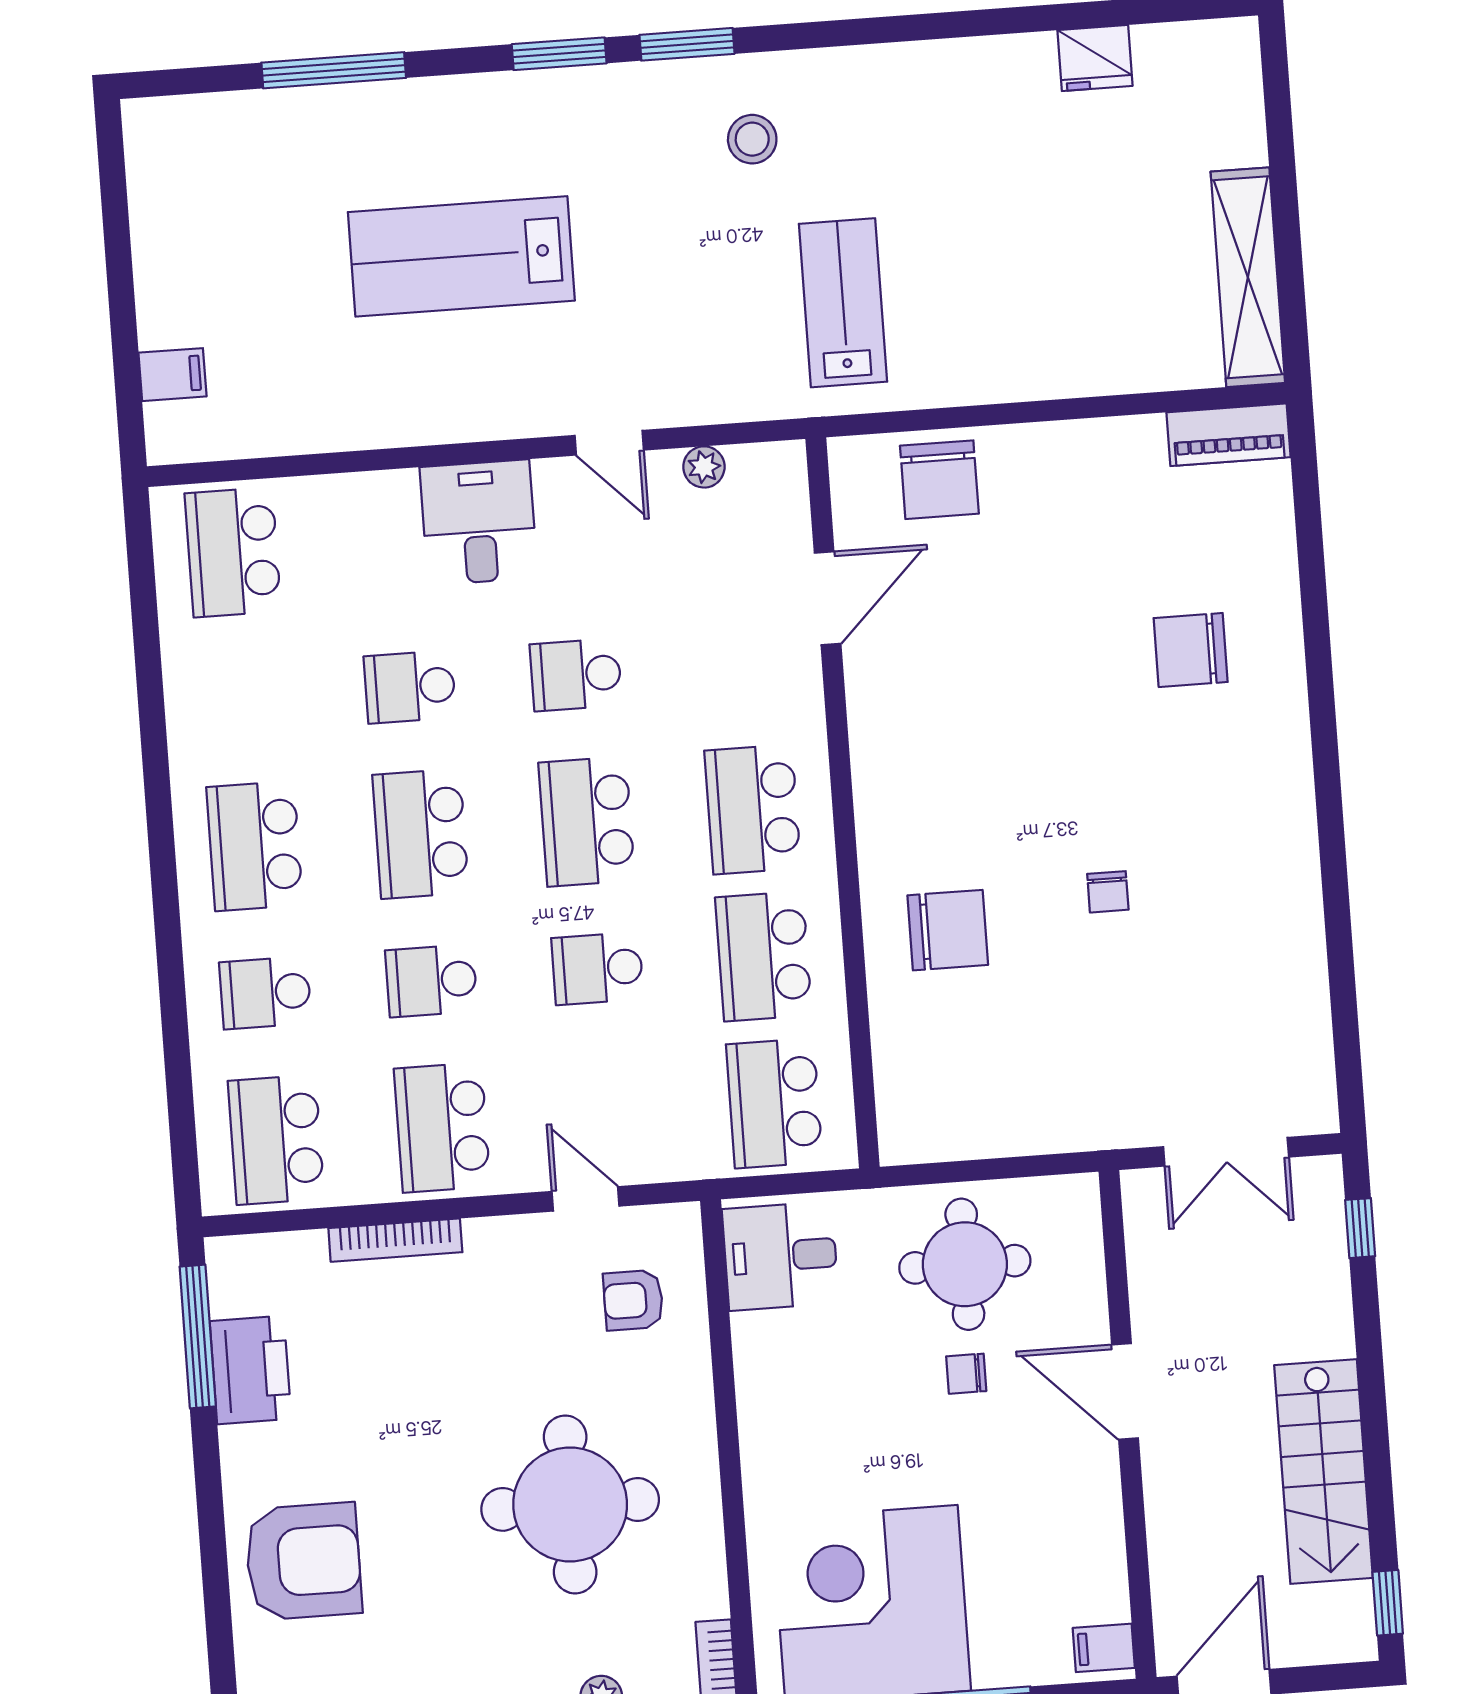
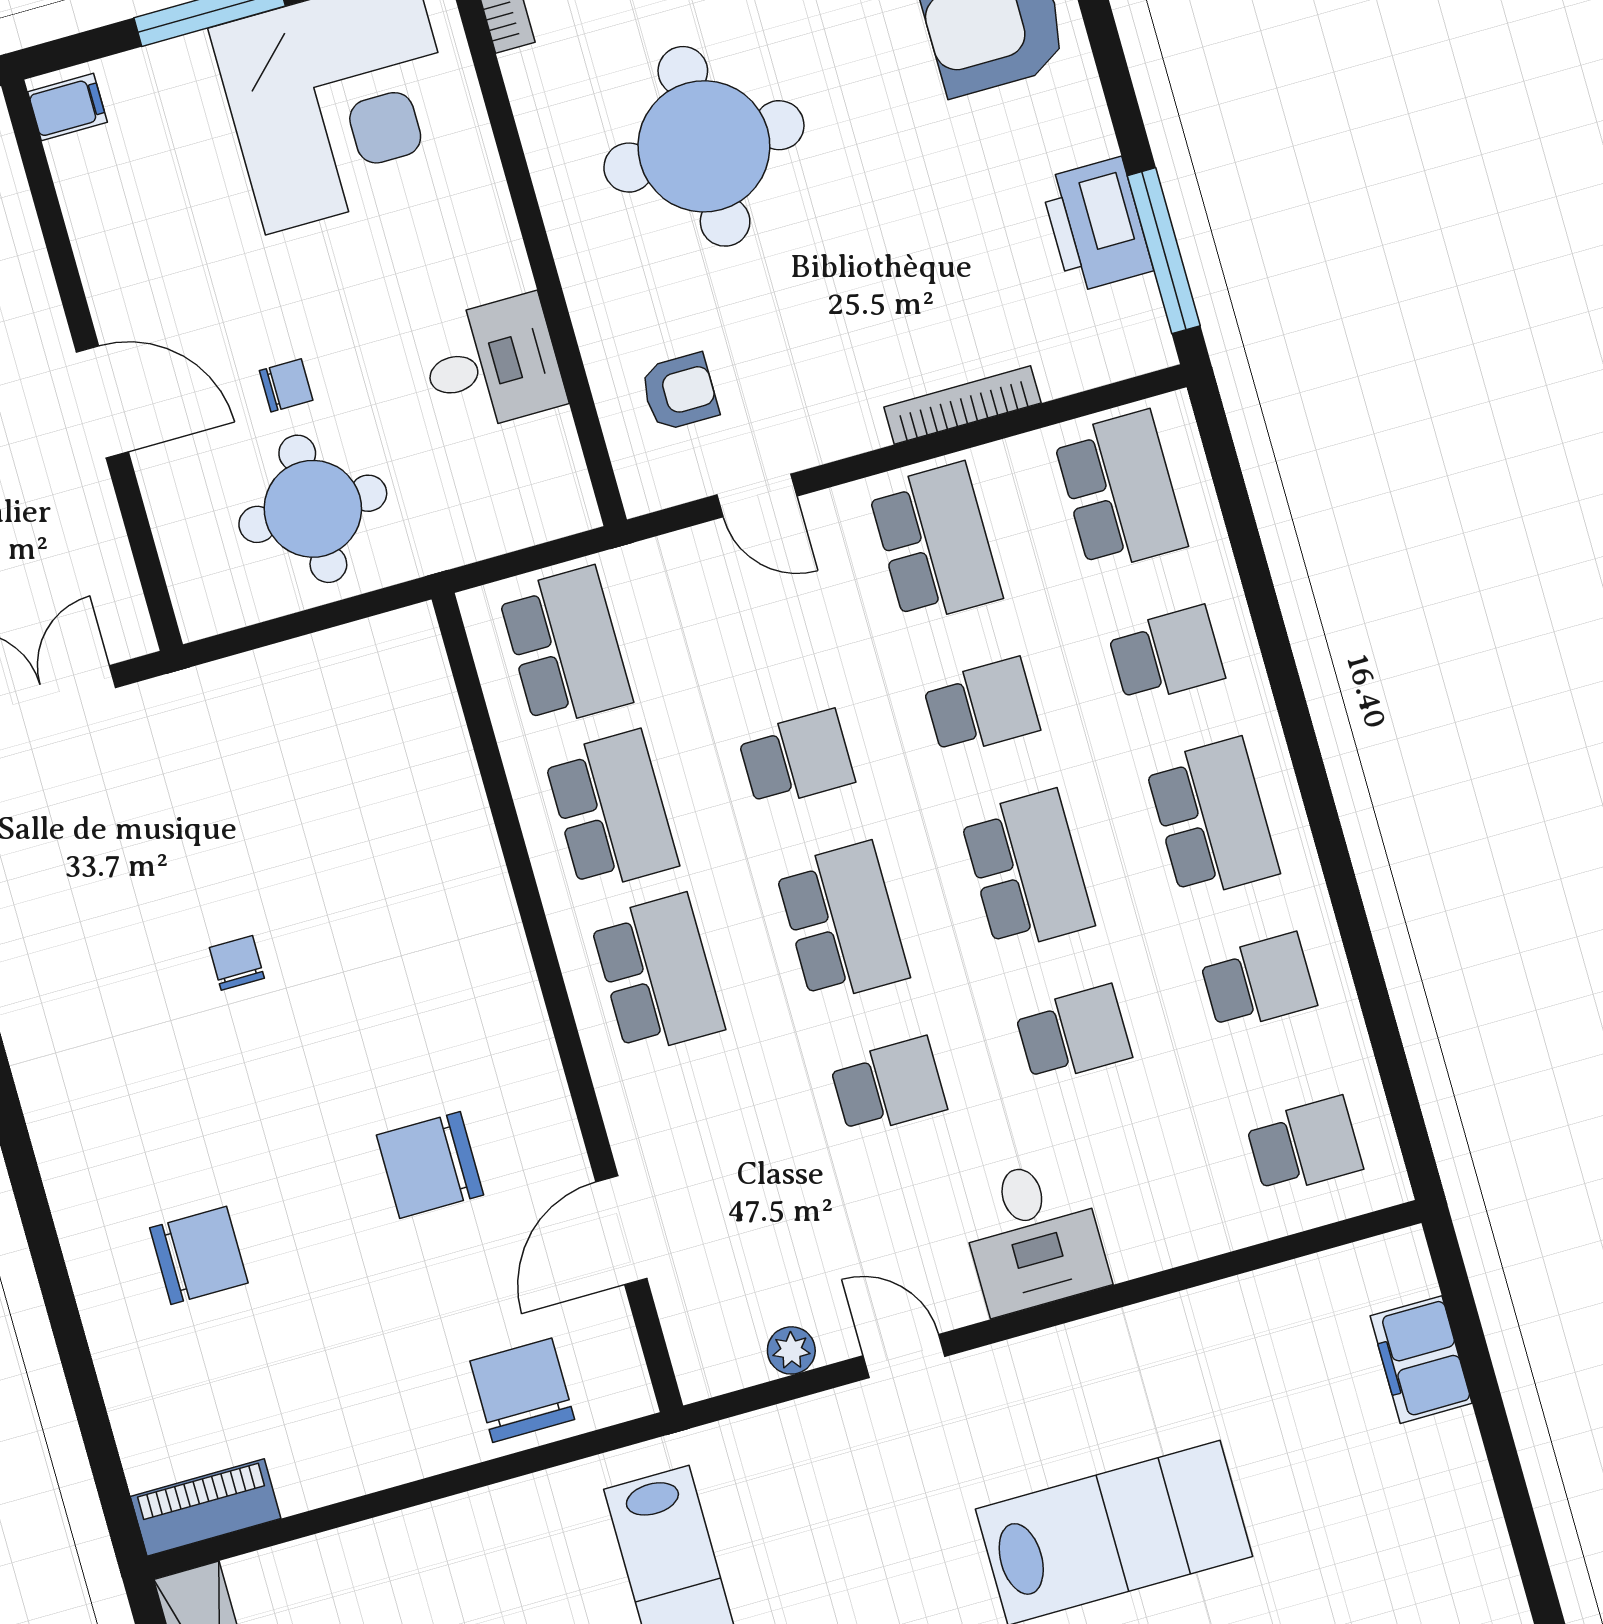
filing cabinet: (172, 375) -> (1421, 1360), width x2.00
school desk: (233, 552) -> (1304, 1146), width x0.54
school desk: (244, 699) -> (1258, 982), added
chair: (948, 930) -> (430, 1165), moved
desk: (780, 1256) -> (492, 364), moved

